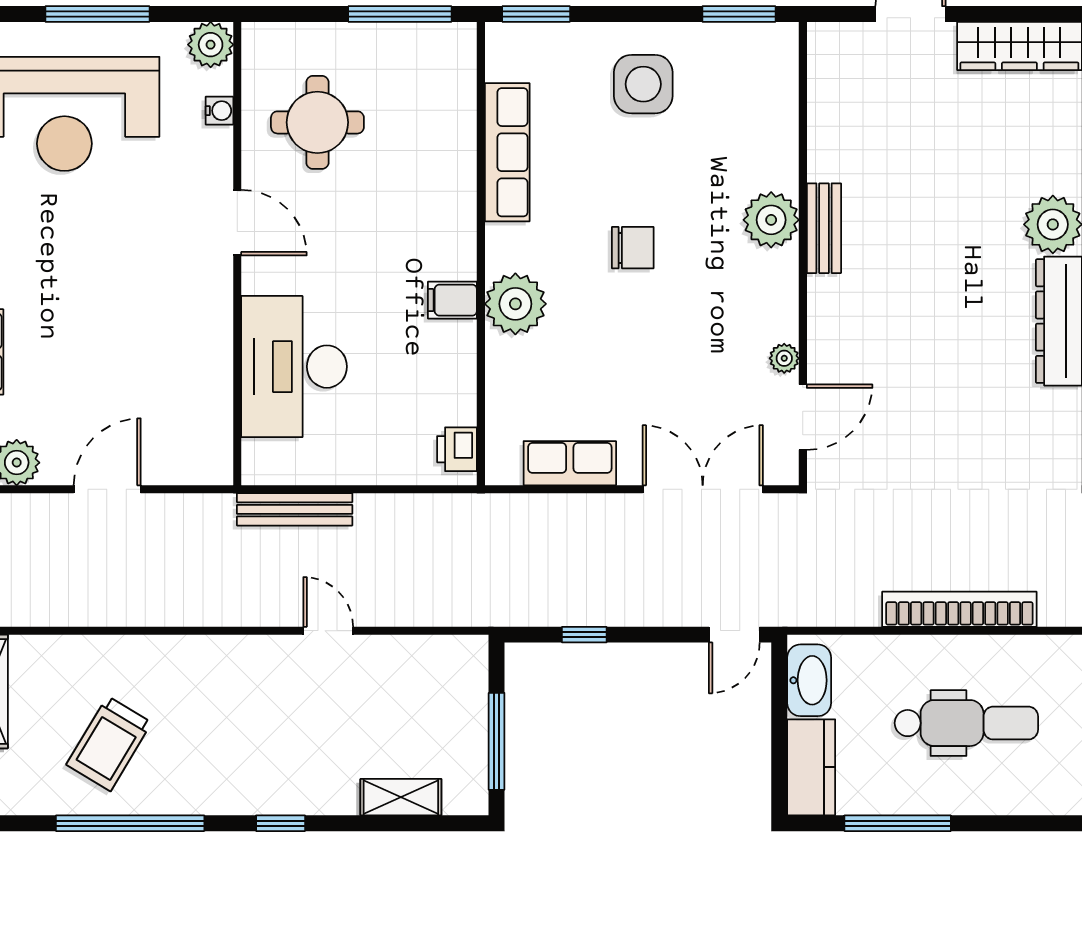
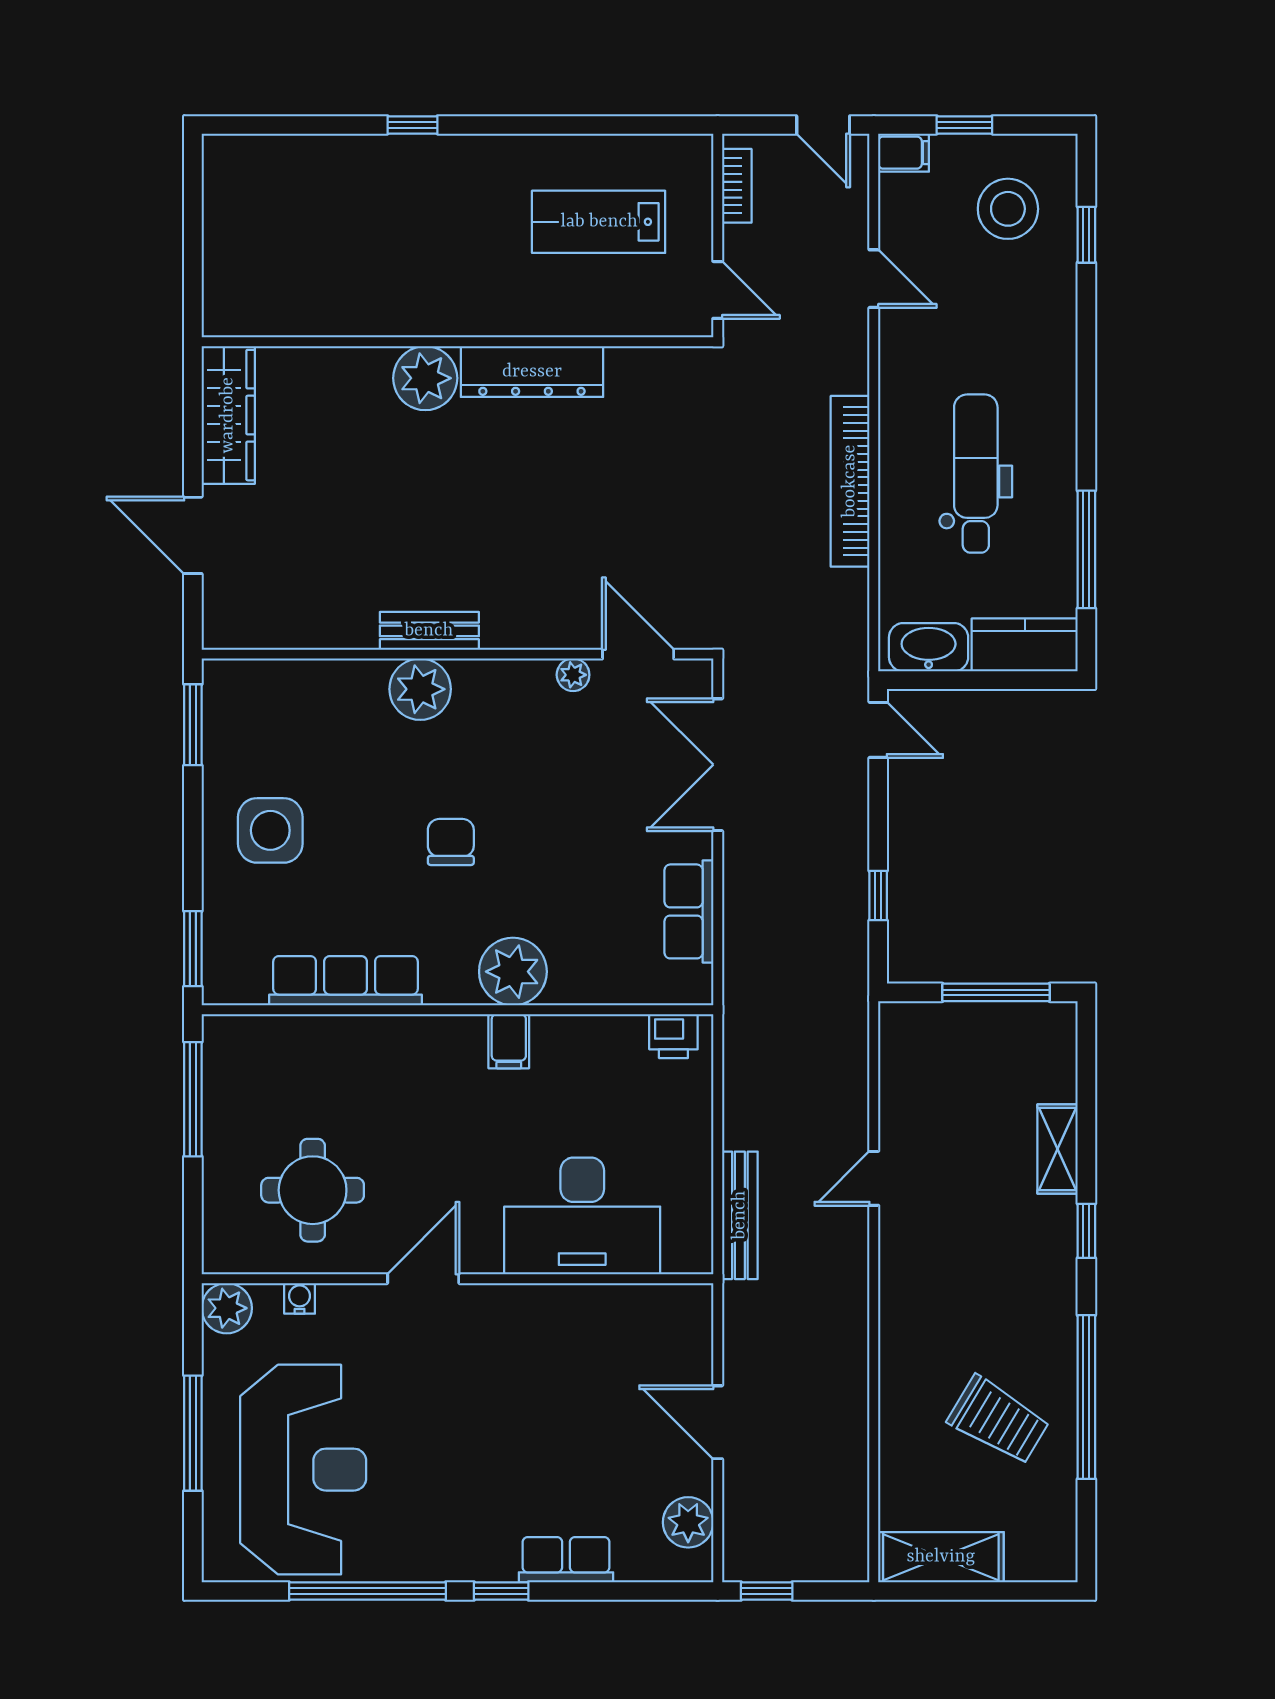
shelving: (401, 797) -> (1058, 1149), moved

